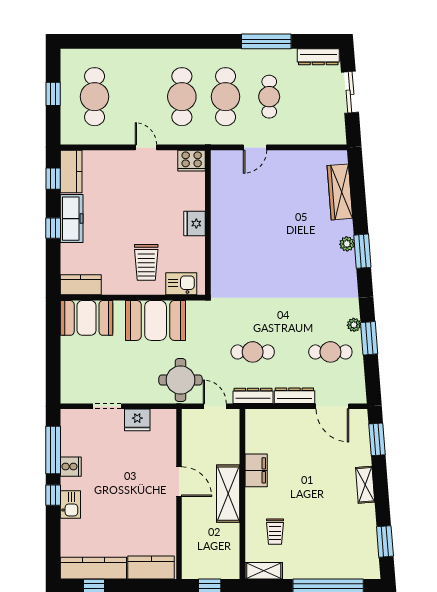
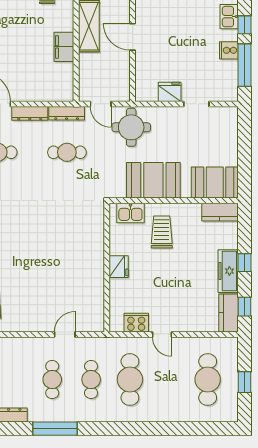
cafe table: (226, 97) -> (91, 380), width x0.73, depth x0.74
cooker: (192, 161) -> (136, 323), moved

